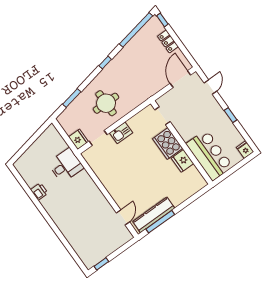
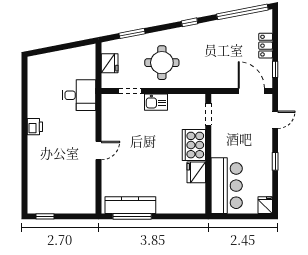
window: (162, 20) -> (275, 69), moved
door: (180, 79) -> (251, 91), hinge flipped
fridge: (78, 139) -> (110, 63), moved
printer: (39, 192) -> (35, 127), moved
door: (123, 217) -> (99, 151), moved

